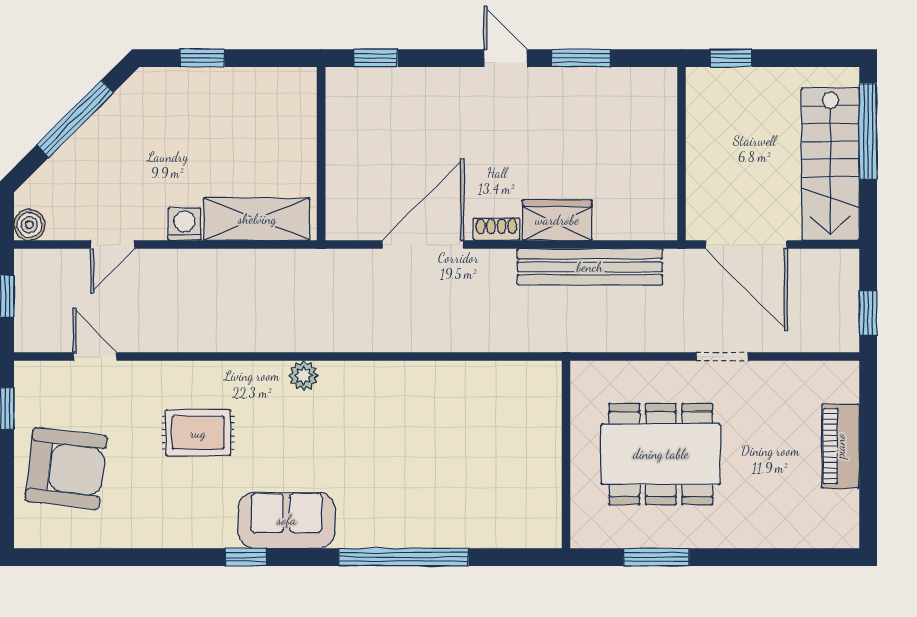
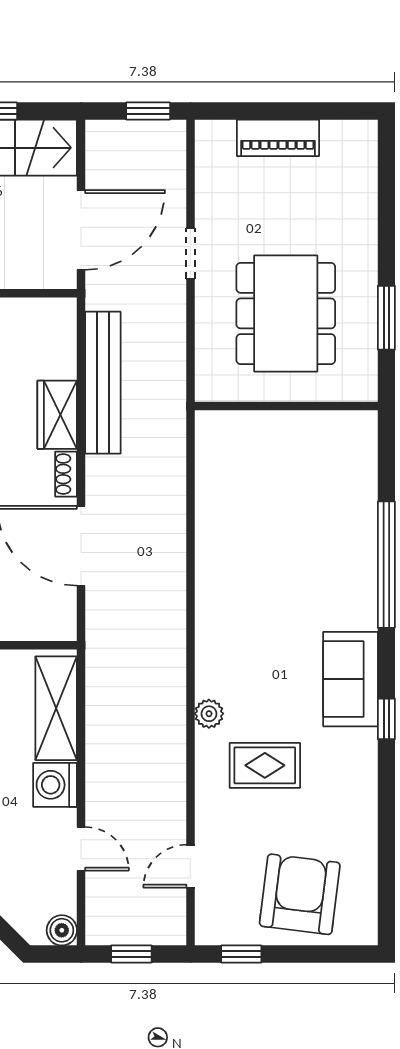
washing machine: (184, 224) -> (55, 785), width x1.38, depth x1.38
plant: (304, 375) -> (209, 714), moved
rug: (198, 433) -> (265, 765), turned 90

